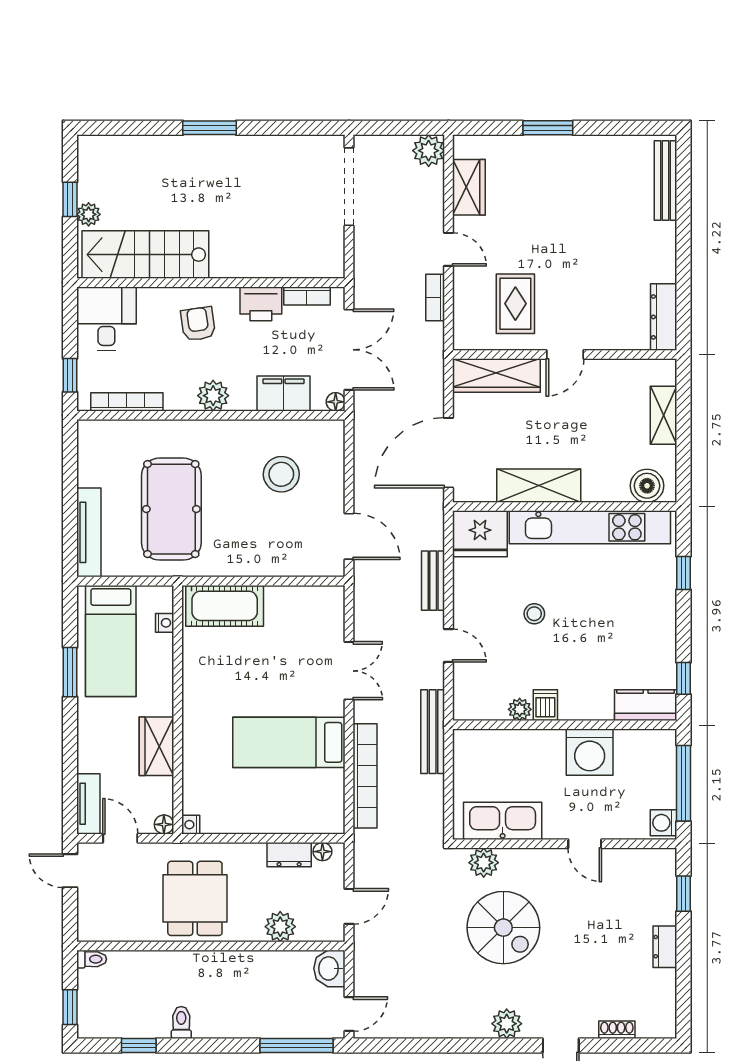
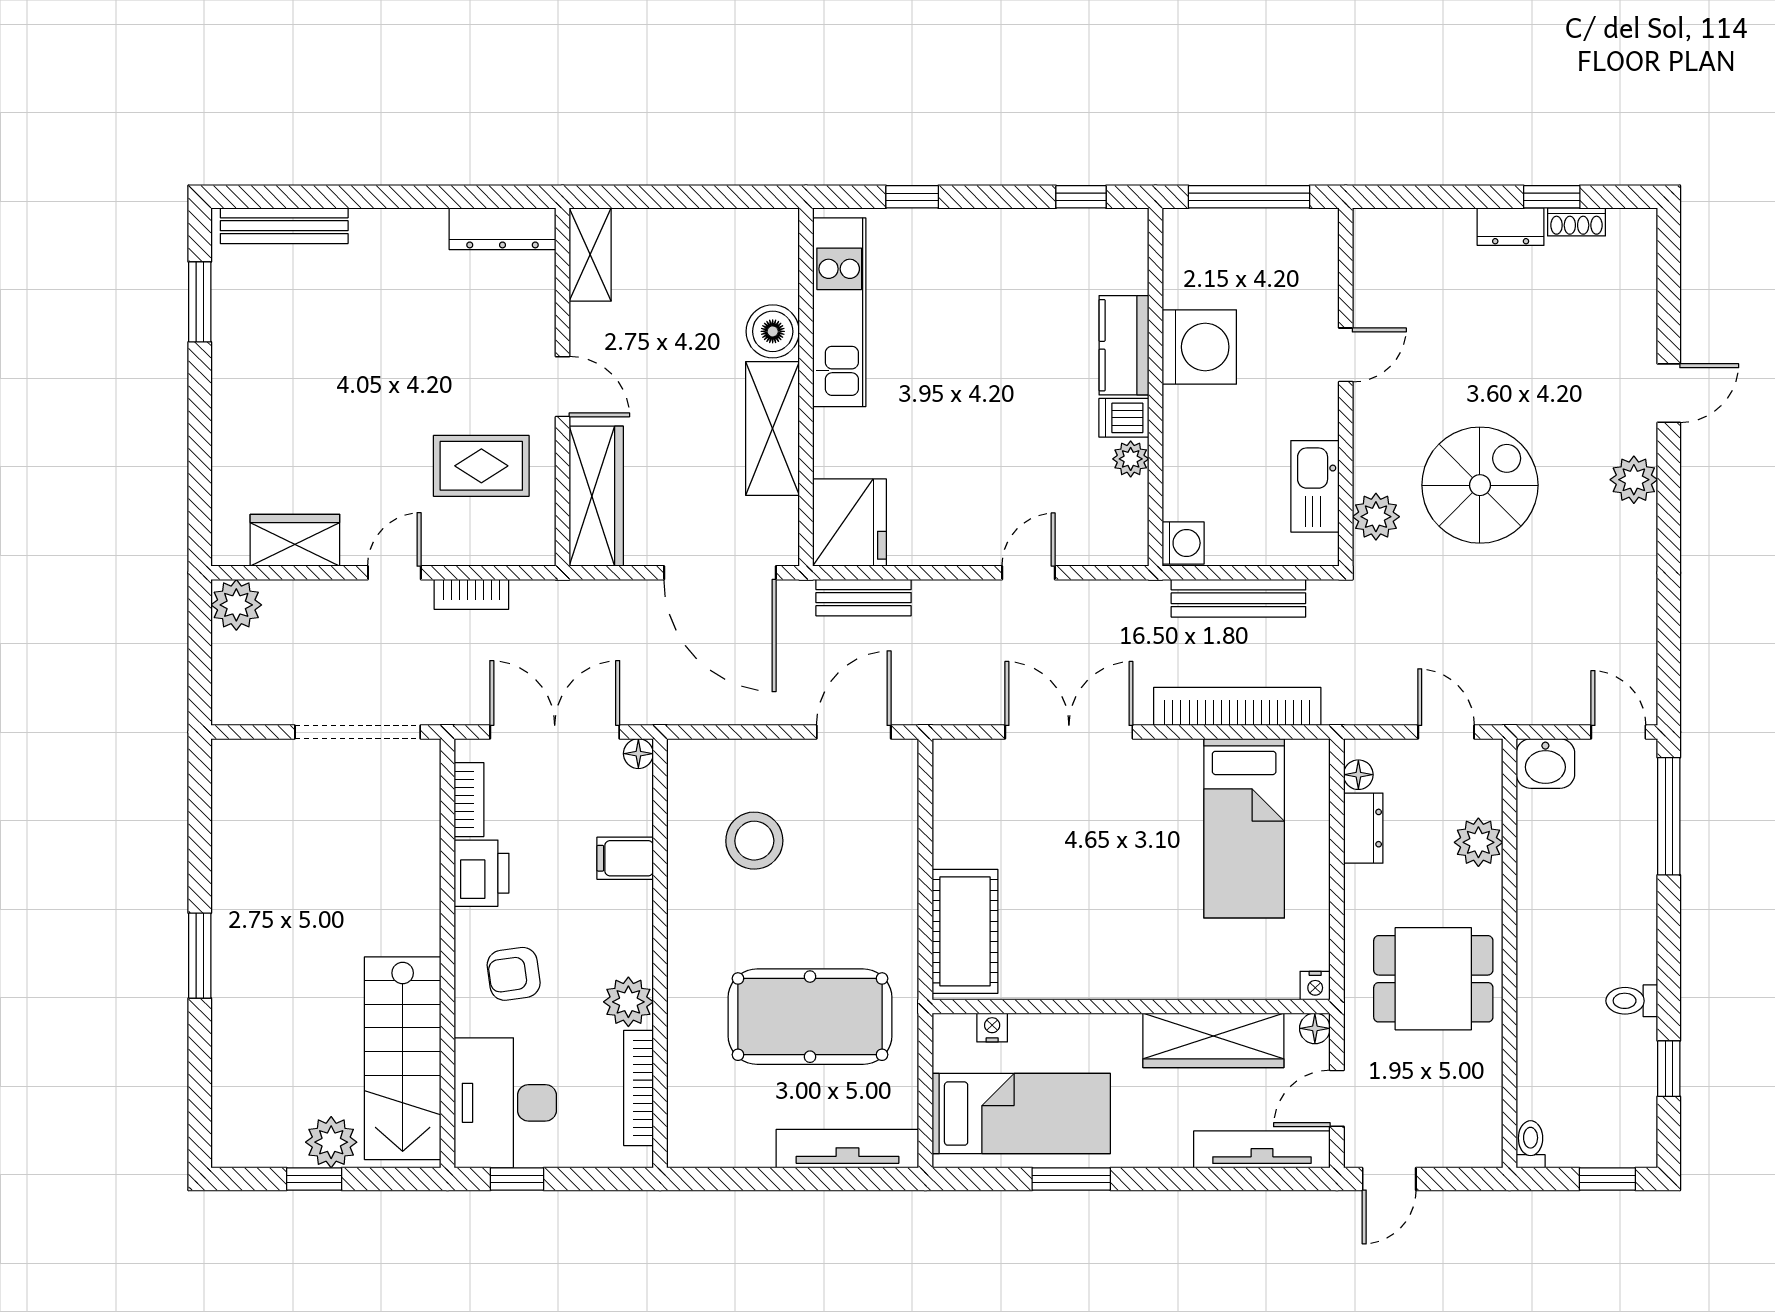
window: (548, 128) -> (200, 302), moved
doorway: (349, 187) -> (358, 732), moved
plant: (89, 214) -> (331, 1142), width x1.38, depth x1.38
desk: (106, 319) -> (505, 1103), width x1.37
window: (70, 375) -> (517, 1179), moved
filing cabinet: (283, 394) -> (625, 858), width x0.50
plant: (213, 396) -> (628, 1002), moved
shelving: (663, 415) -> (590, 254), moved, turned 90
boiler: (647, 486) -> (773, 331), moved
kitchen unit: (590, 527) -> (839, 312), width x0.73
bench: (433, 581) -> (864, 598), moved
stool: (534, 614) -> (978, 436), removed
double door: (349, 671) -> (1069, 732), width x1.37
kitchen counter: (646, 705) -> (1124, 345), moved
bench: (433, 732) -> (1238, 598), moved
bed: (289, 742) -> (1244, 828), moved
wardrobe: (157, 746) -> (1213, 1040), width x1.50
tv unit: (88, 804) -> (1262, 1149), width x1.41
kitchen sink: (503, 821) -> (1315, 486), width x0.73, depth x0.81
washing machine: (663, 823) -> (1183, 543), moved, turned -90
window: (684, 894) -> (1552, 197), moved
shoe rack: (617, 1030) -> (1577, 222), moved, turned -90

